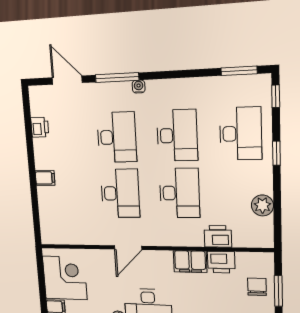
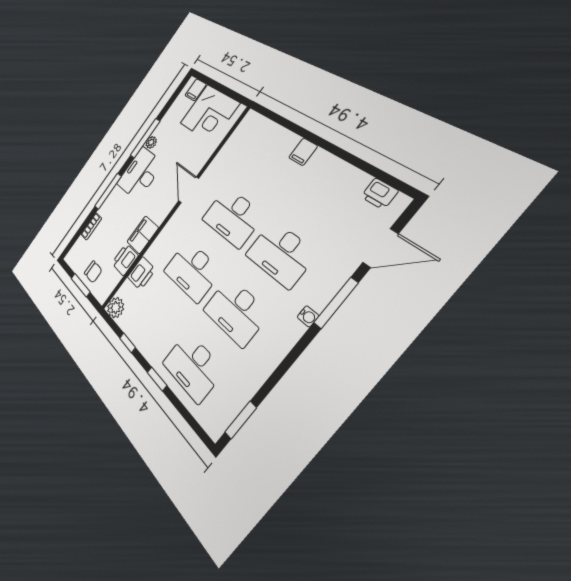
window: (276, 96) -> (128, 343), moved
printer: (40, 127) -> (379, 194), moved
plant: (262, 205) -> (116, 308), moved

